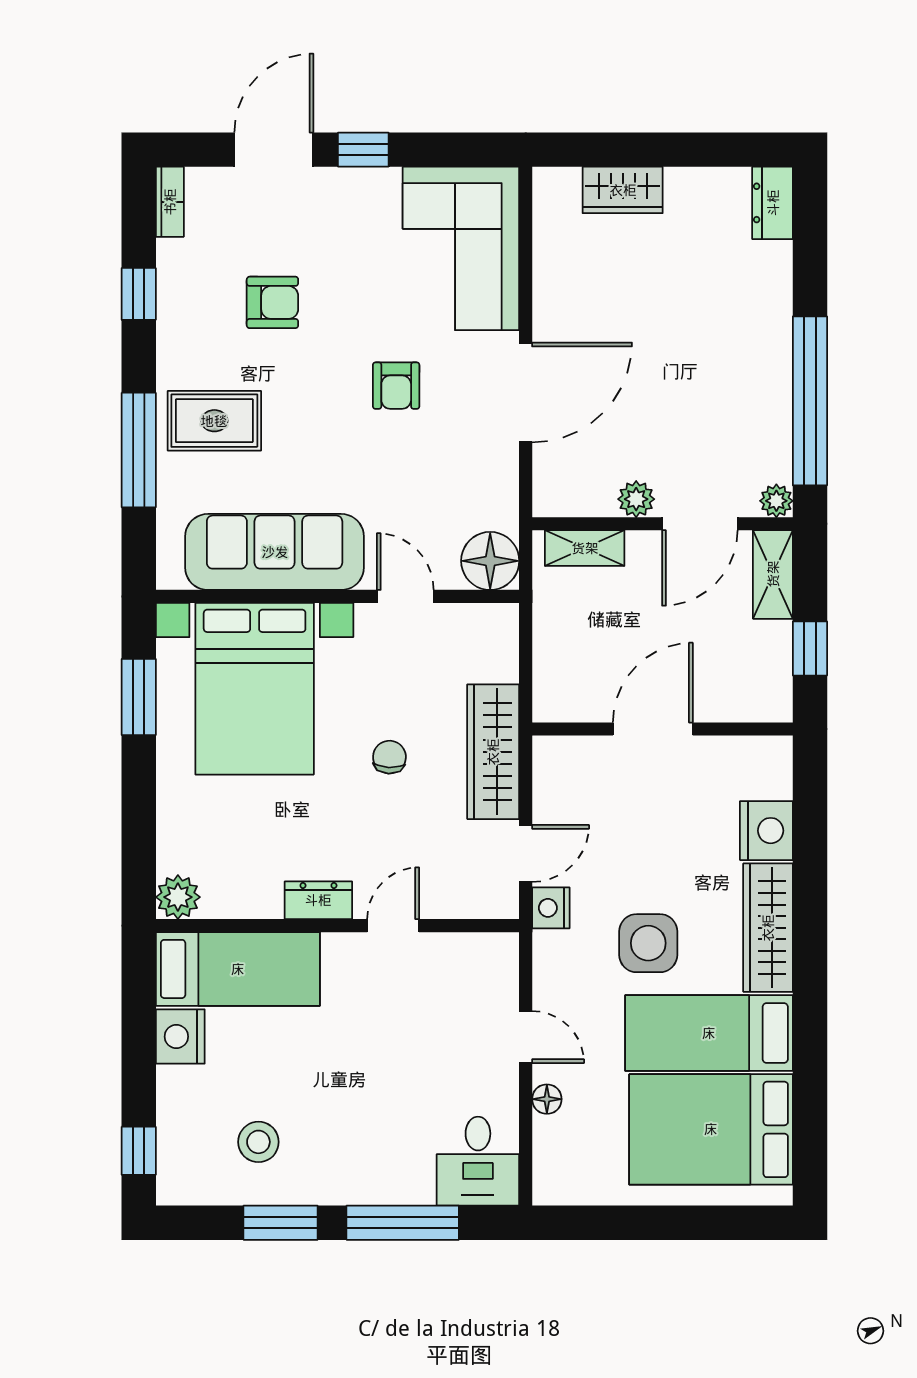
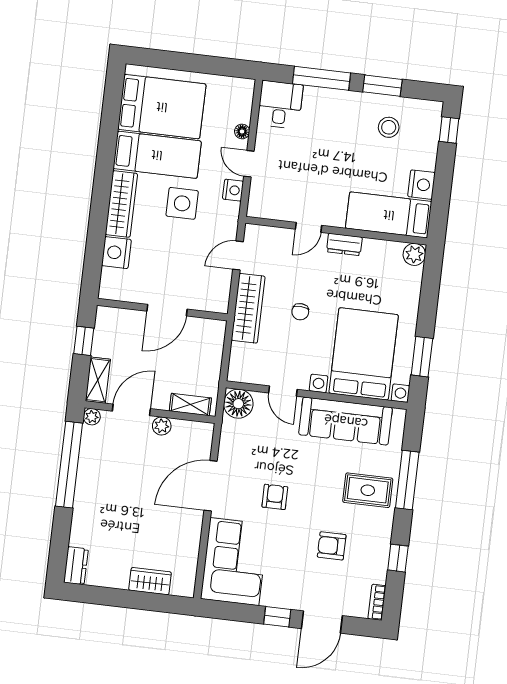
nightstand: (551, 908) -> (233, 190), moved

